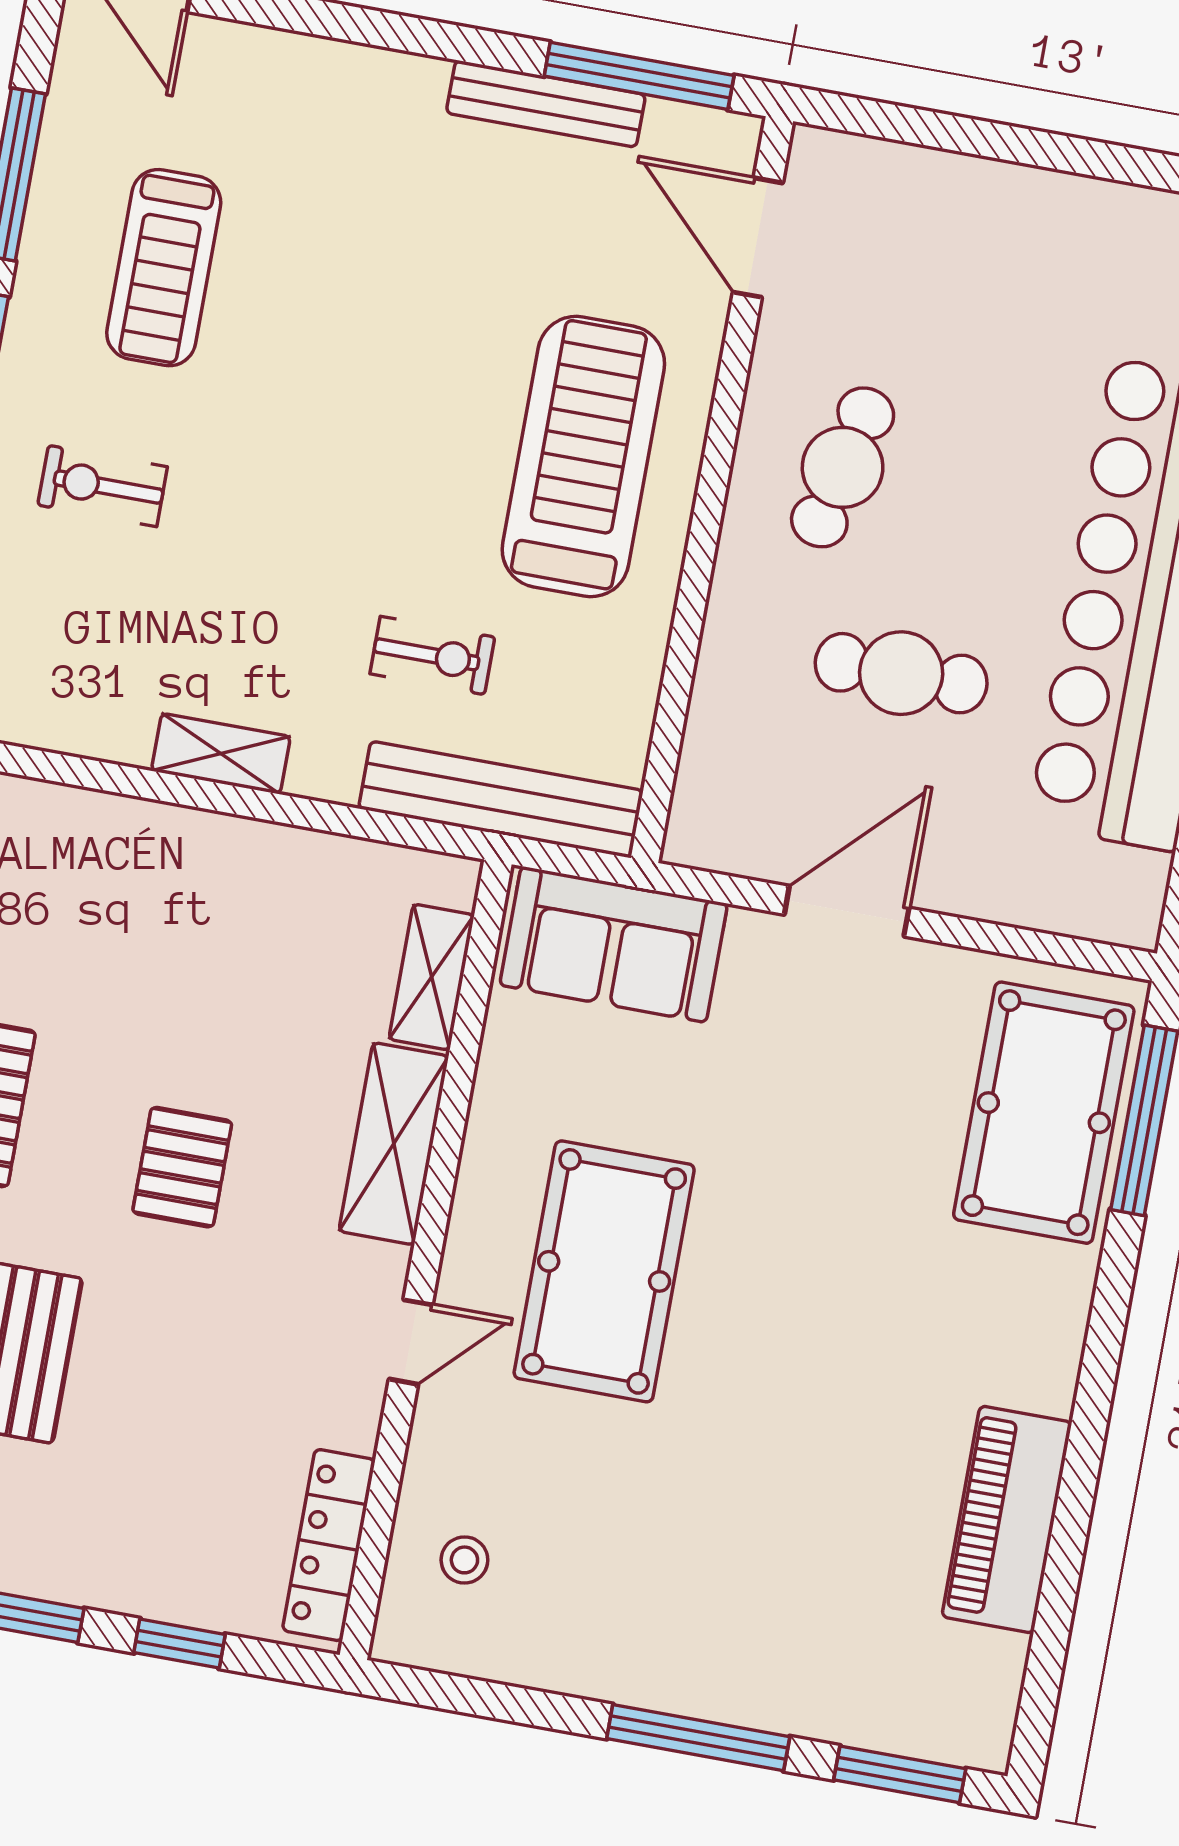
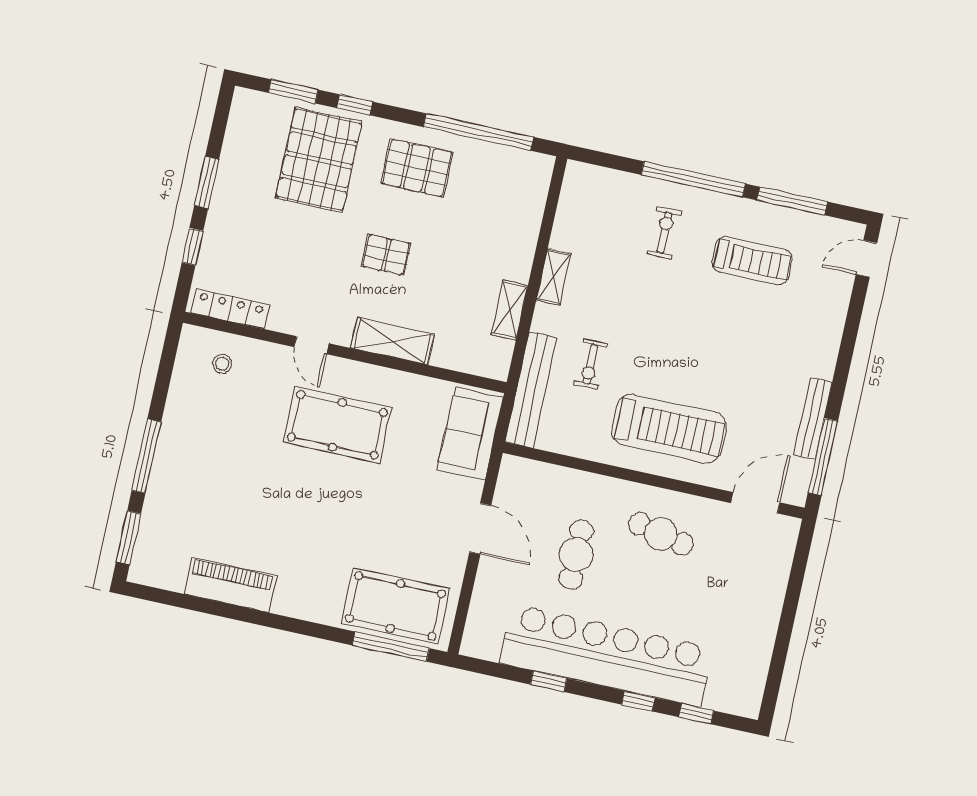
treadmill: (164, 268) -> (752, 261), turned 180
shelving: (432, 977) -> (510, 310), moved, turned 90

